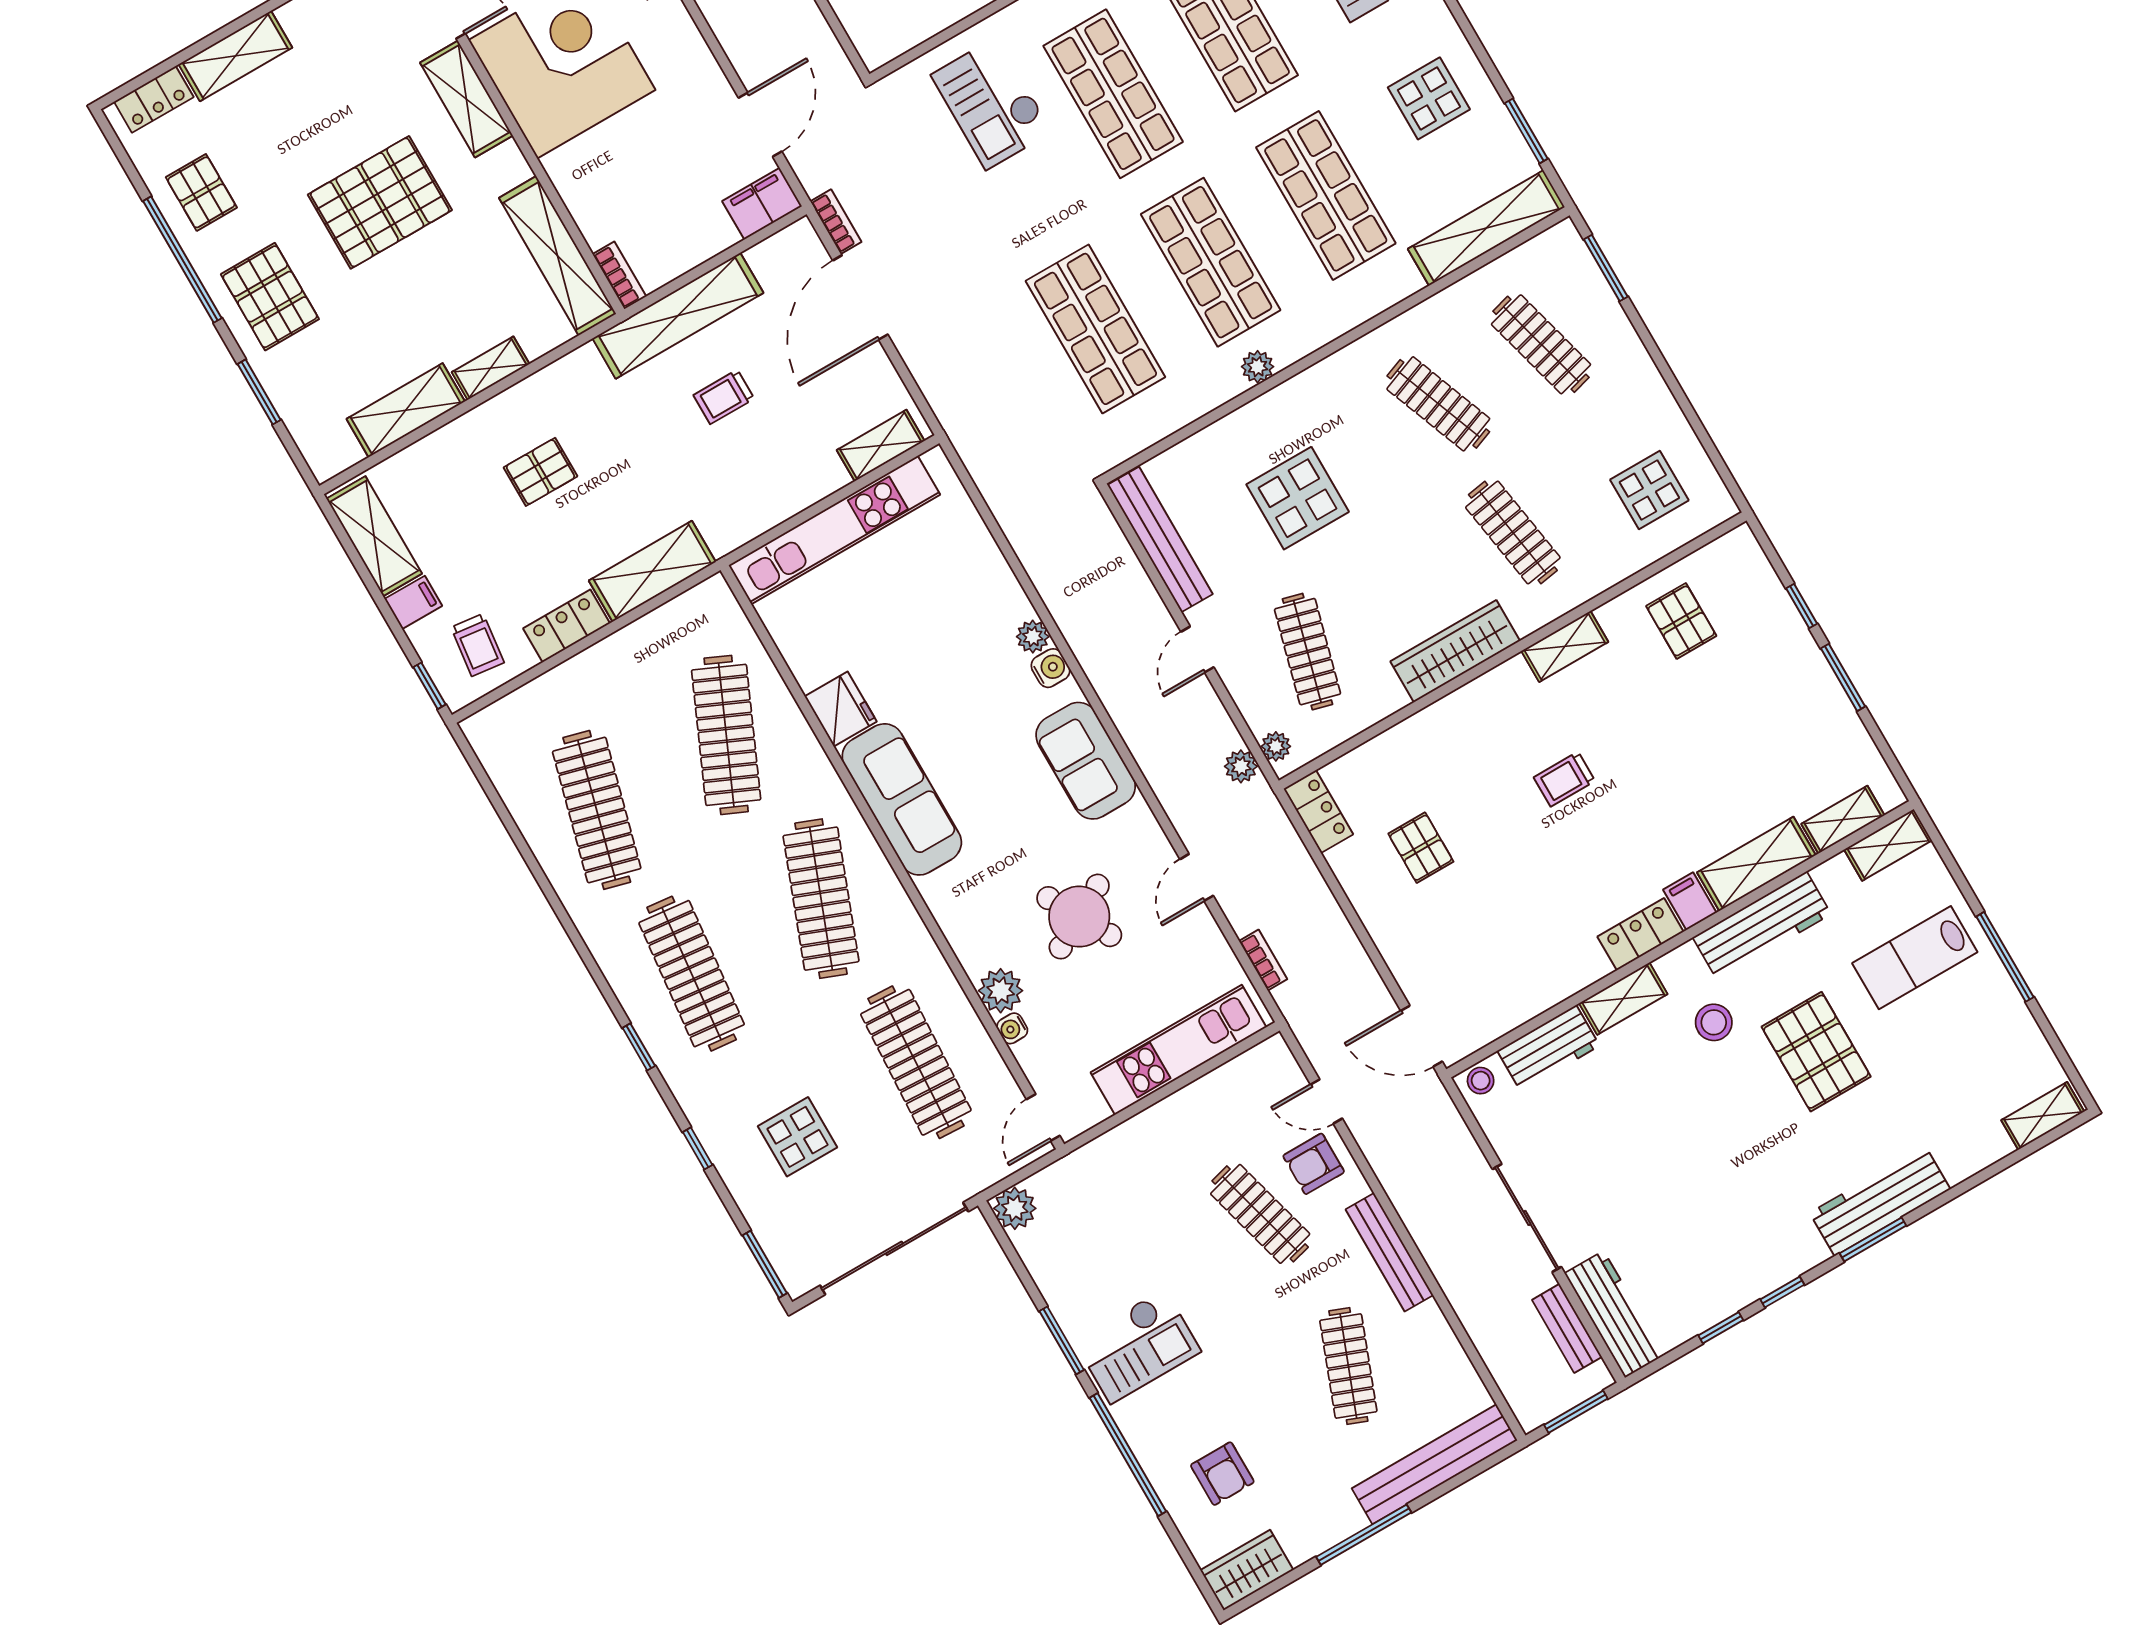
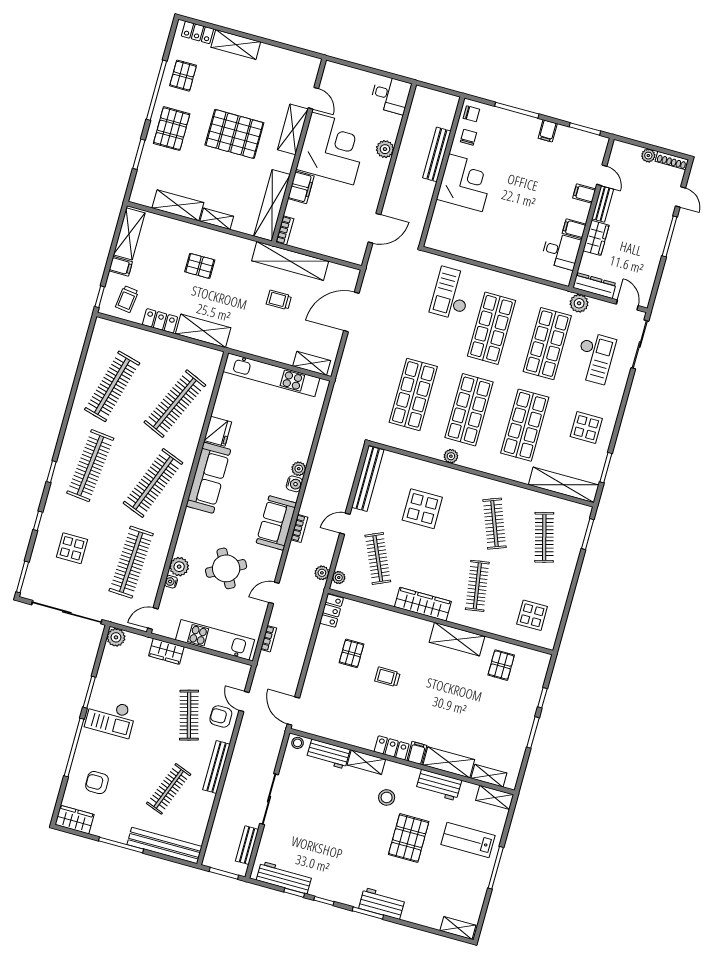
filing cabinet: (762, 204) -> (301, 187), moved, turned 90
bookcase: (836, 222) -> (299, 528), moved
shelving: (1565, 646) -> (457, 639), width x1.50, depth x1.33
clothes rail: (1307, 652) -> (378, 558), turned -39
trolley: (1564, 779) -> (387, 677), moved
workbench: (1762, 926) -> (439, 785), width x0.73
wardrobe: (1119, 1148) -> (166, 651), added
workbench: (1880, 1201) -> (382, 903), width x0.73
workbench: (1614, 1314) -> (284, 878), moved, turned -90
armchair: (1222, 1474) -> (97, 783), turned 90

